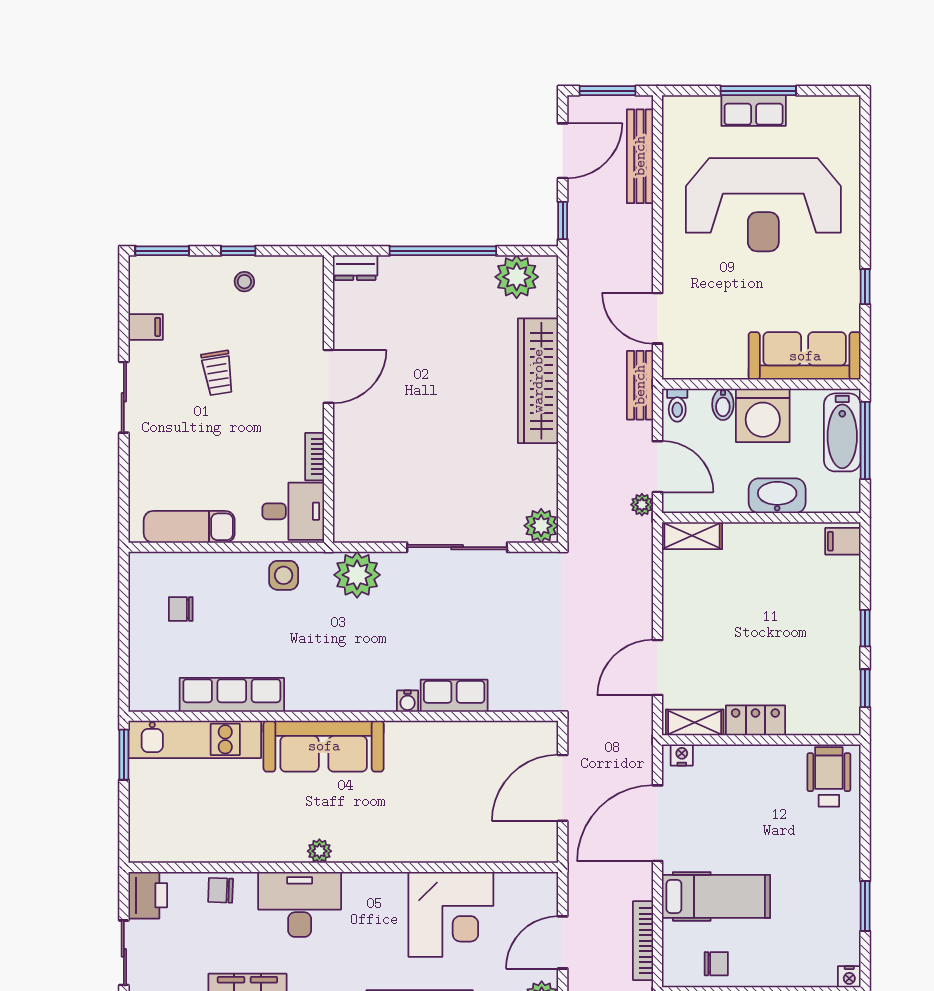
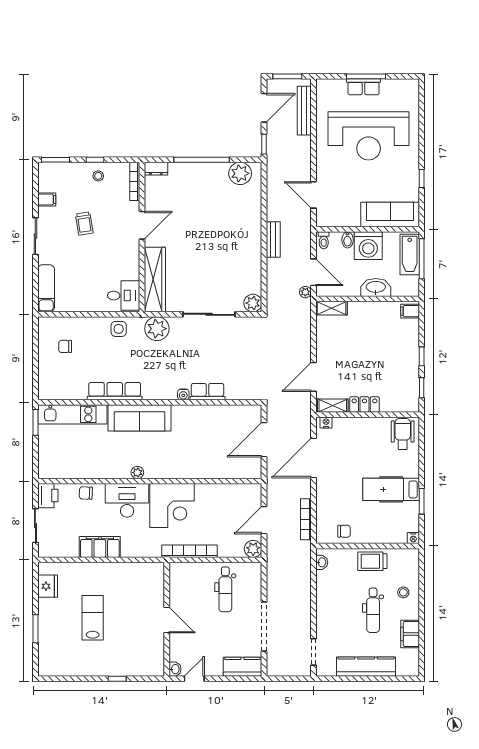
wardrobe: (538, 381) -> (155, 279), moved, turned 180
bench: (640, 385) -> (273, 240), moved
bookcase: (315, 457) -> (135, 181), moved, width x1.56
exam couch: (189, 527) -> (46, 288), moved, turned 90
row of seats: (232, 695) -> (115, 391), moved
hospital bed: (716, 896) -> (391, 489), moved, turned 180
corner desk: (451, 914) -> (172, 506), moved

